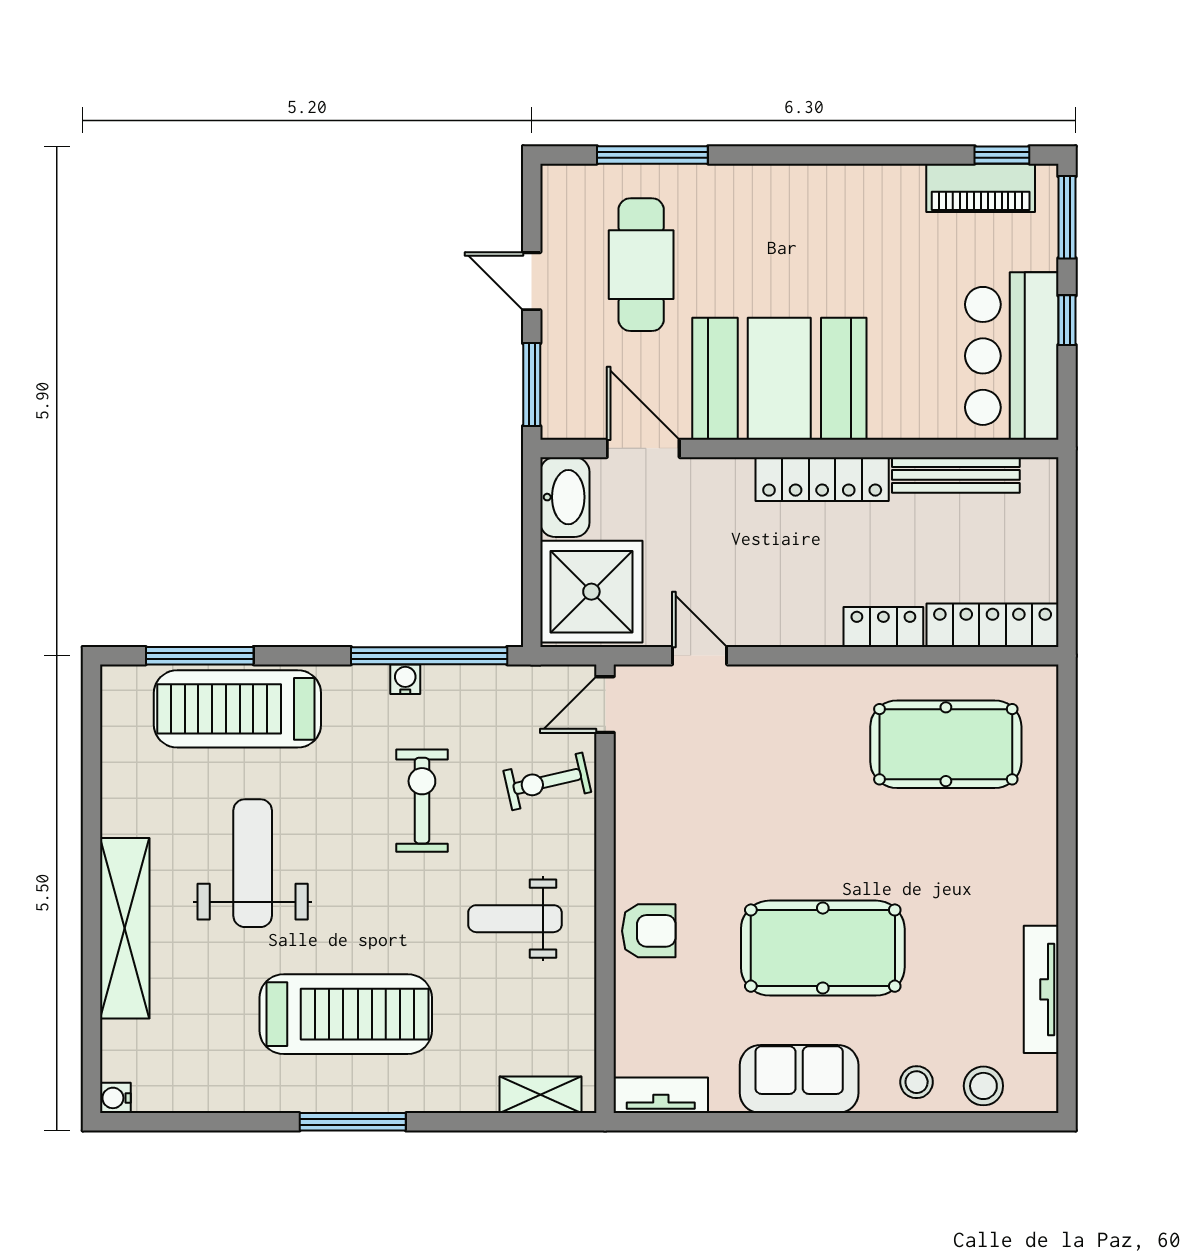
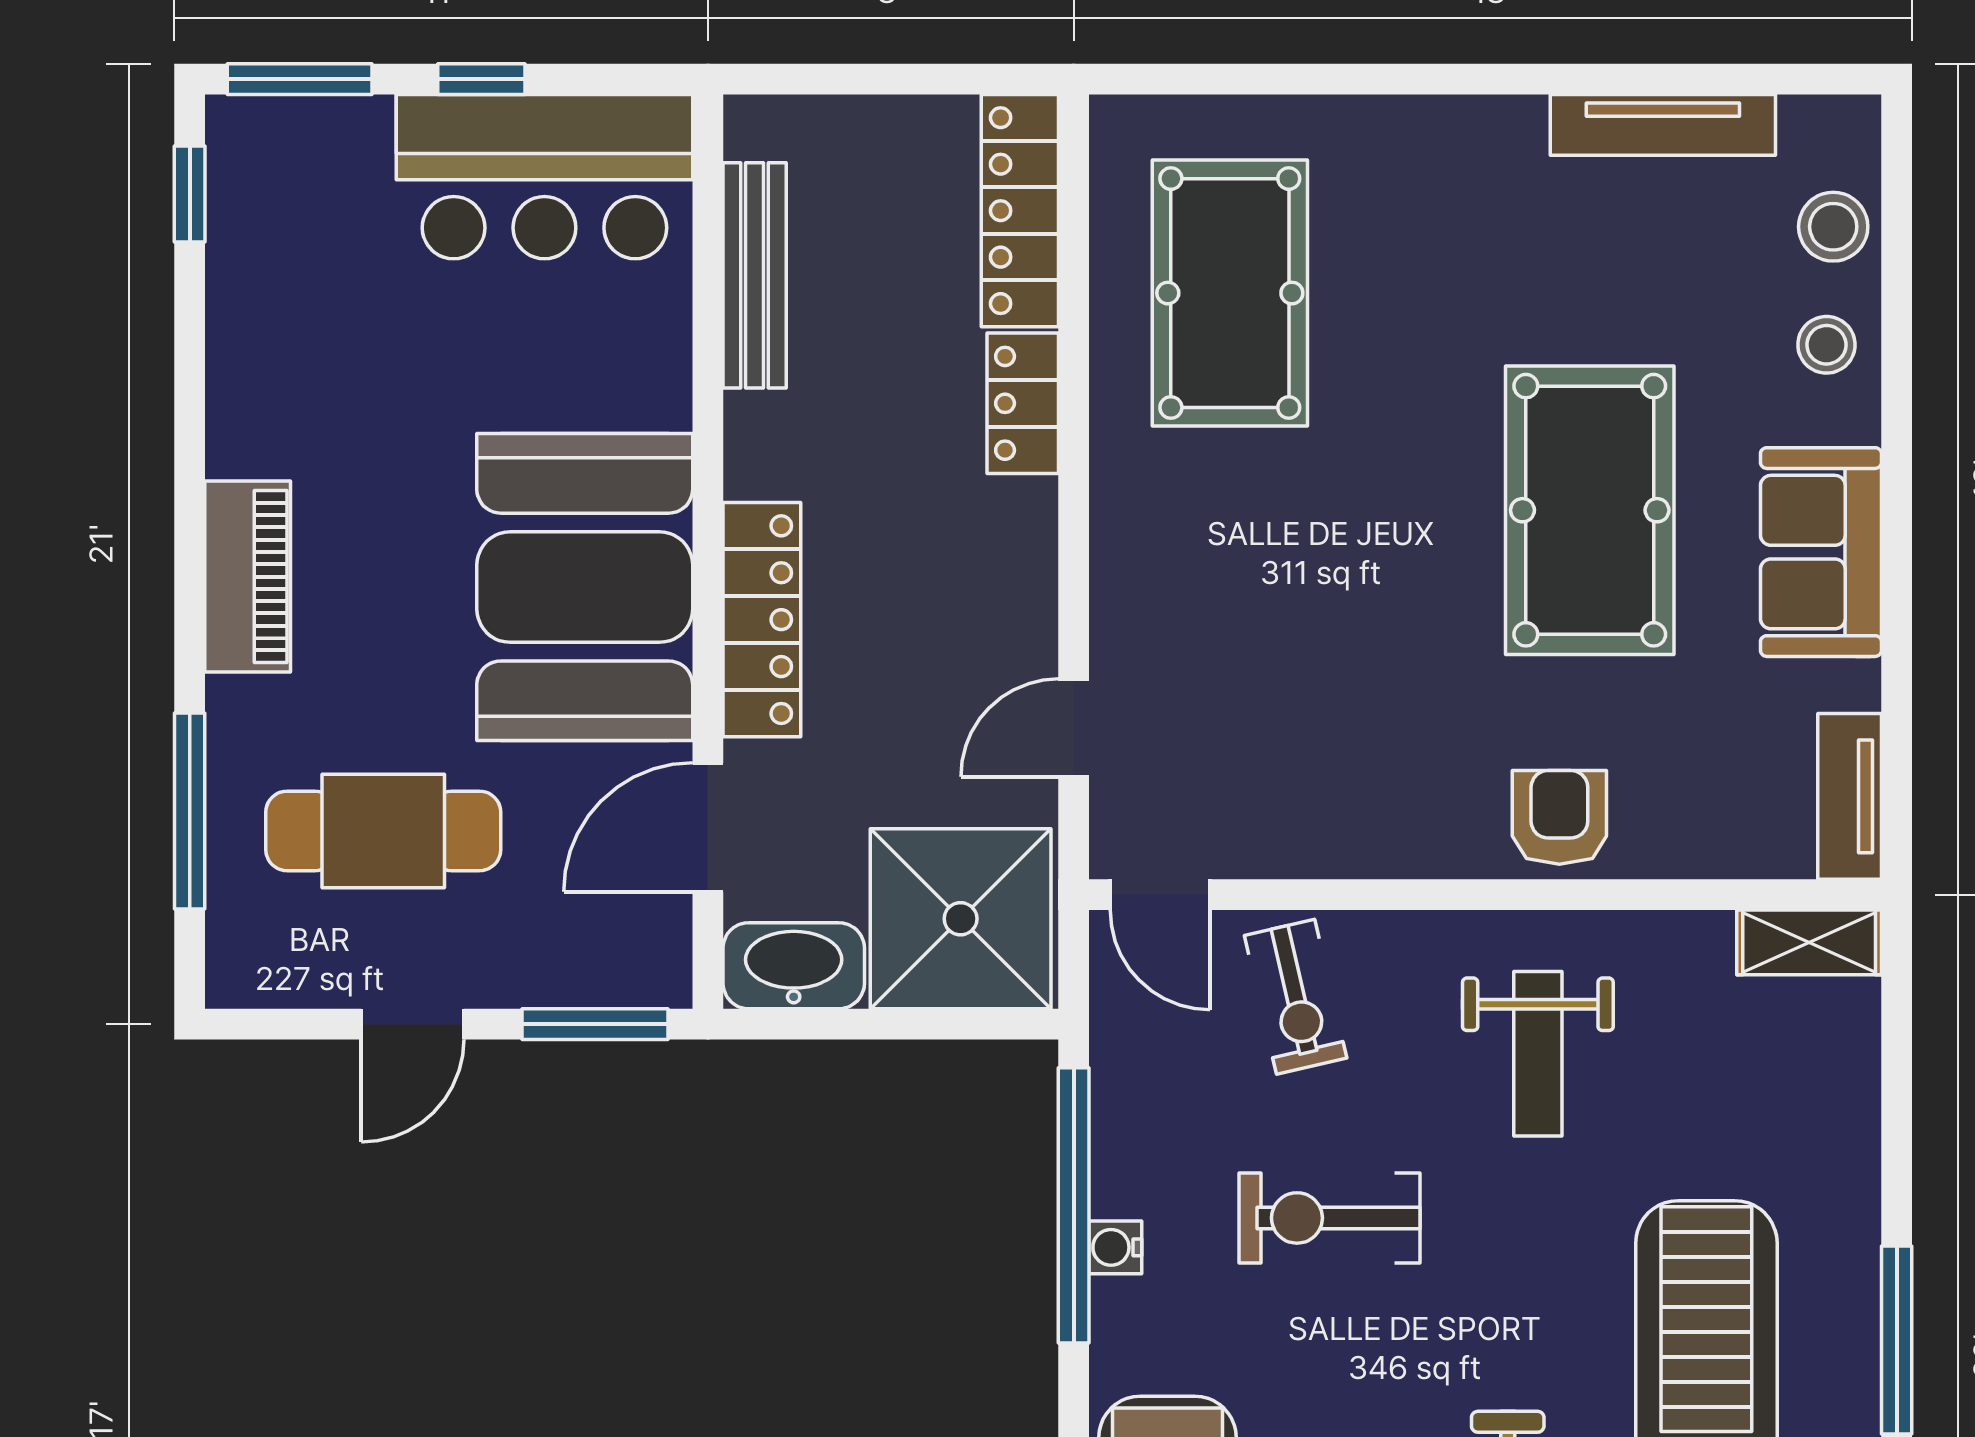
piano: (981, 188) -> (248, 577), moved
locker: (822, 479) -> (762, 620), moved
shelving: (540, 1095) -> (1809, 942), moved, turned 90

